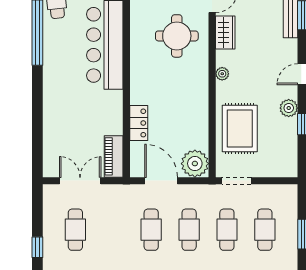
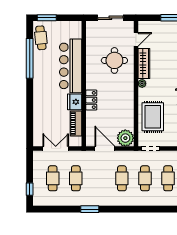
wardrobe: (225, 33) -> (144, 63), width x1.50
fridge: (112, 104) -> (75, 102), added
locker: (139, 123) -> (91, 100), moved
piano: (114, 156) -> (76, 124), moved
cafe table: (151, 230) -> (76, 178), moved

